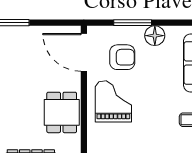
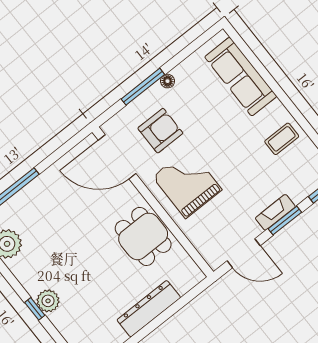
floor lamp: (155, 36) -> (168, 81), width x0.53, depth x0.53

